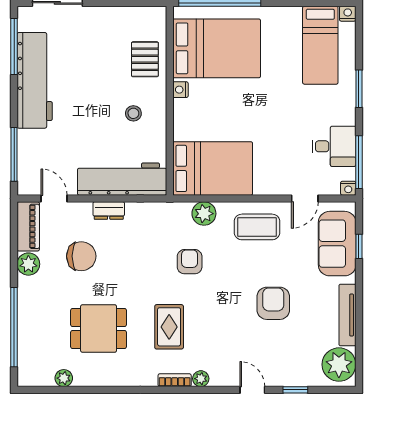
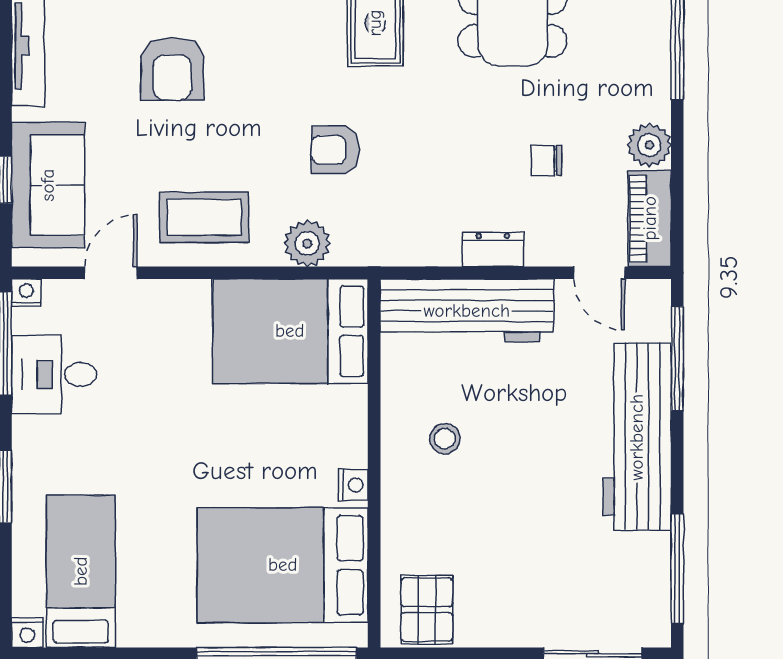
pallet: (145, 59) -> (427, 610), moved
workbench: (35, 80) -> (637, 437), moved
chair: (81, 256) -> (546, 160), width x0.54, depth x0.54
armchair: (190, 262) -> (335, 150), turned 90

